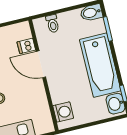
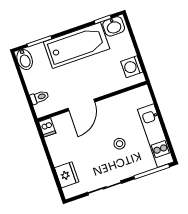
dishwasher: (26, 46) -> (47, 127), moved
washing machine: (63, 112) -> (132, 67), moved, turned -90

